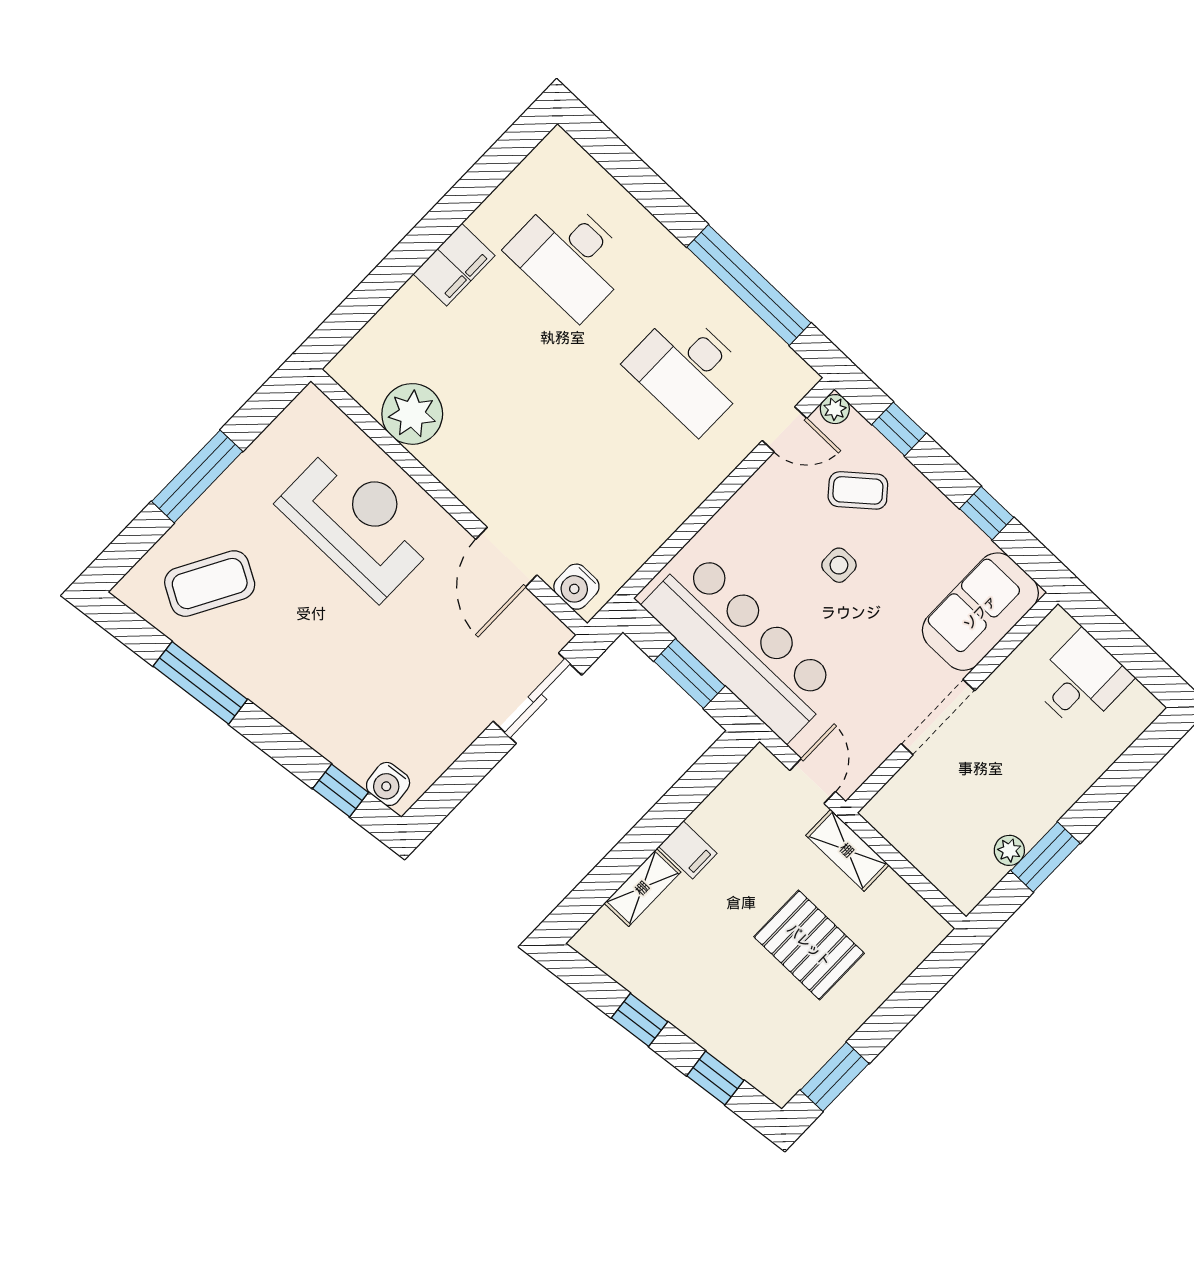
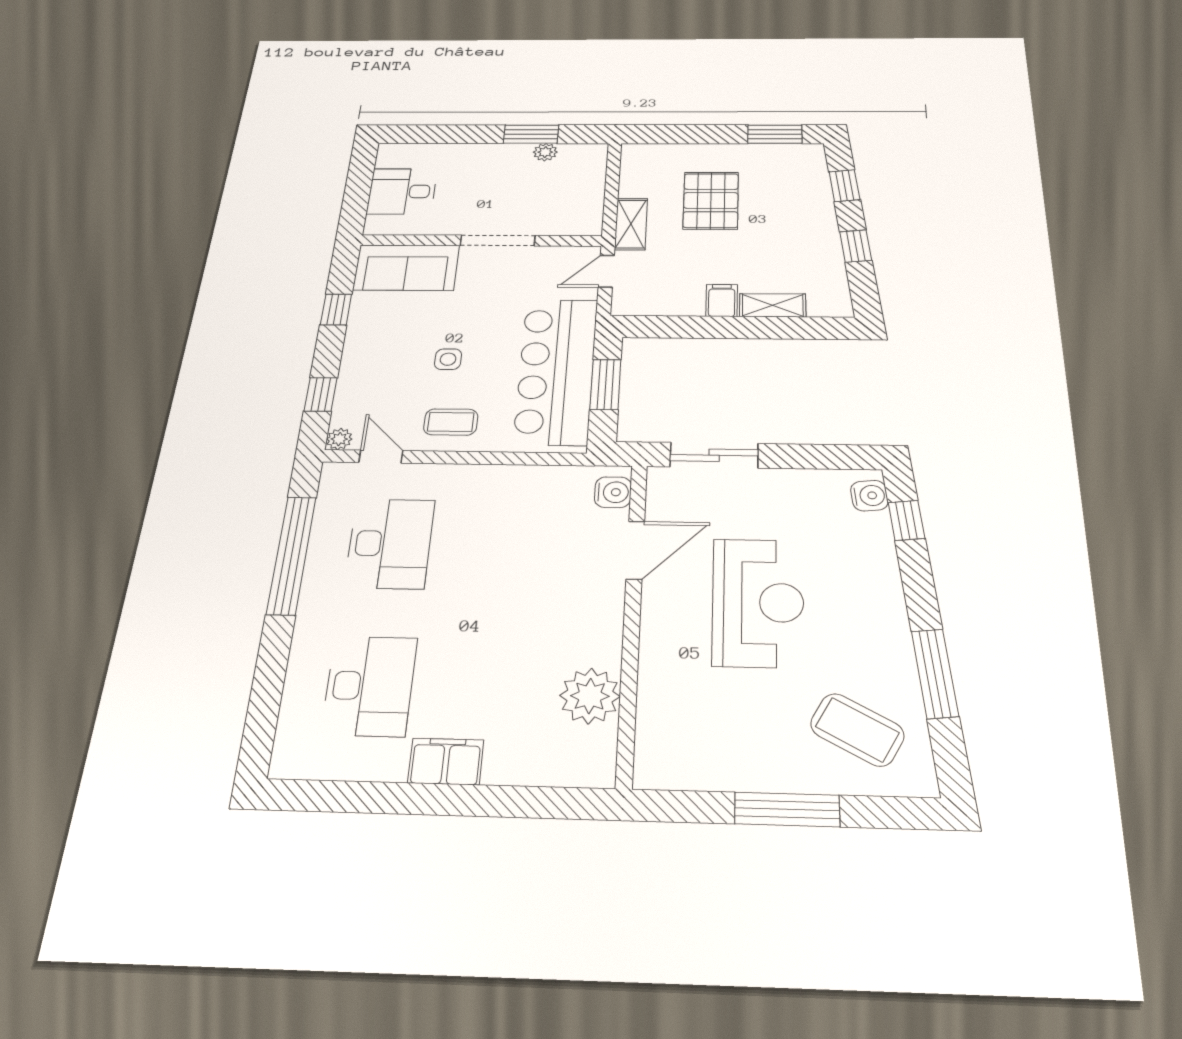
coffee table: (858, 490) -> (451, 422), moved, turned -50
reception desk: (358, 521) -> (758, 602), moved, turned 180

